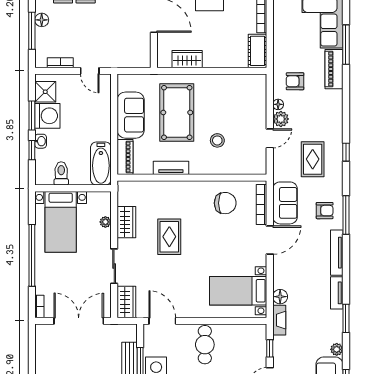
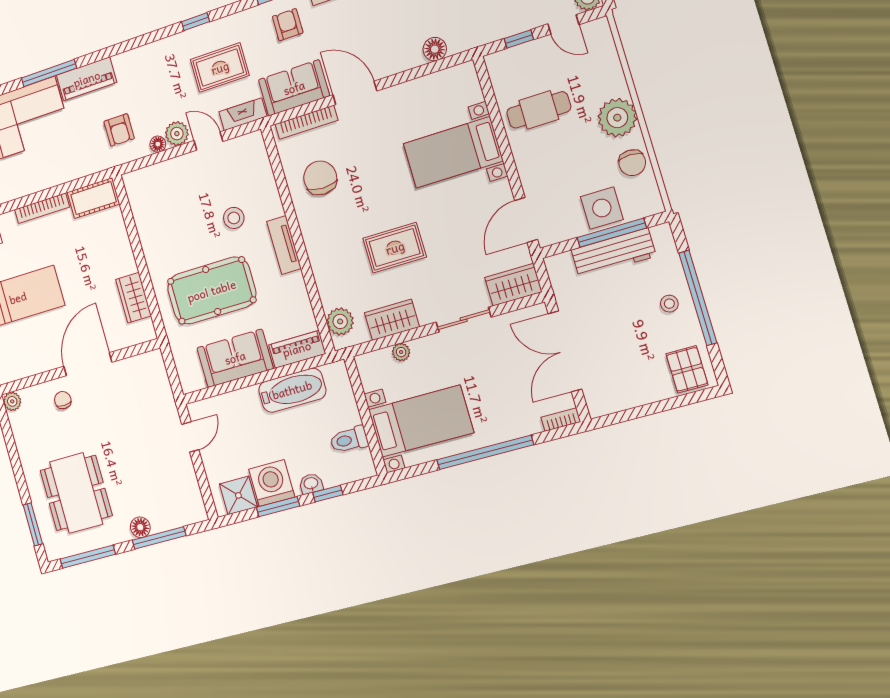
bookcase: (60, 63) -> (191, 484), removed
bathtub: (101, 163) -> (292, 390), moved
tv unit: (171, 168) -> (284, 245), moved
plant: (134, 189) -> (340, 321), added
bed with nightstands: (238, 291) -> (453, 152), moved, turned 90
fireplace: (279, 320) -> (243, 114), moved
cafe table: (205, 345) -> (539, 110), moved

